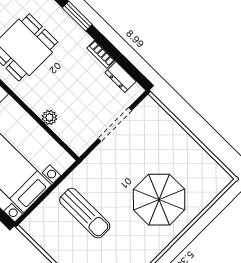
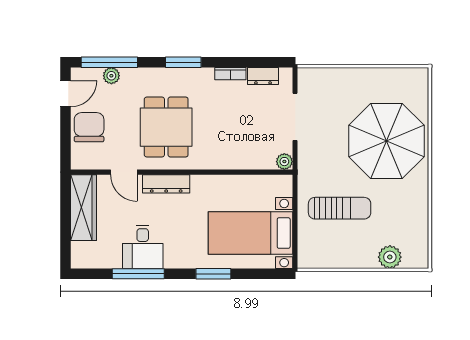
plant: (49, 117) -> (284, 162), moved
parasol: (159, 200) -> (386, 141), width x1.36, depth x1.36

